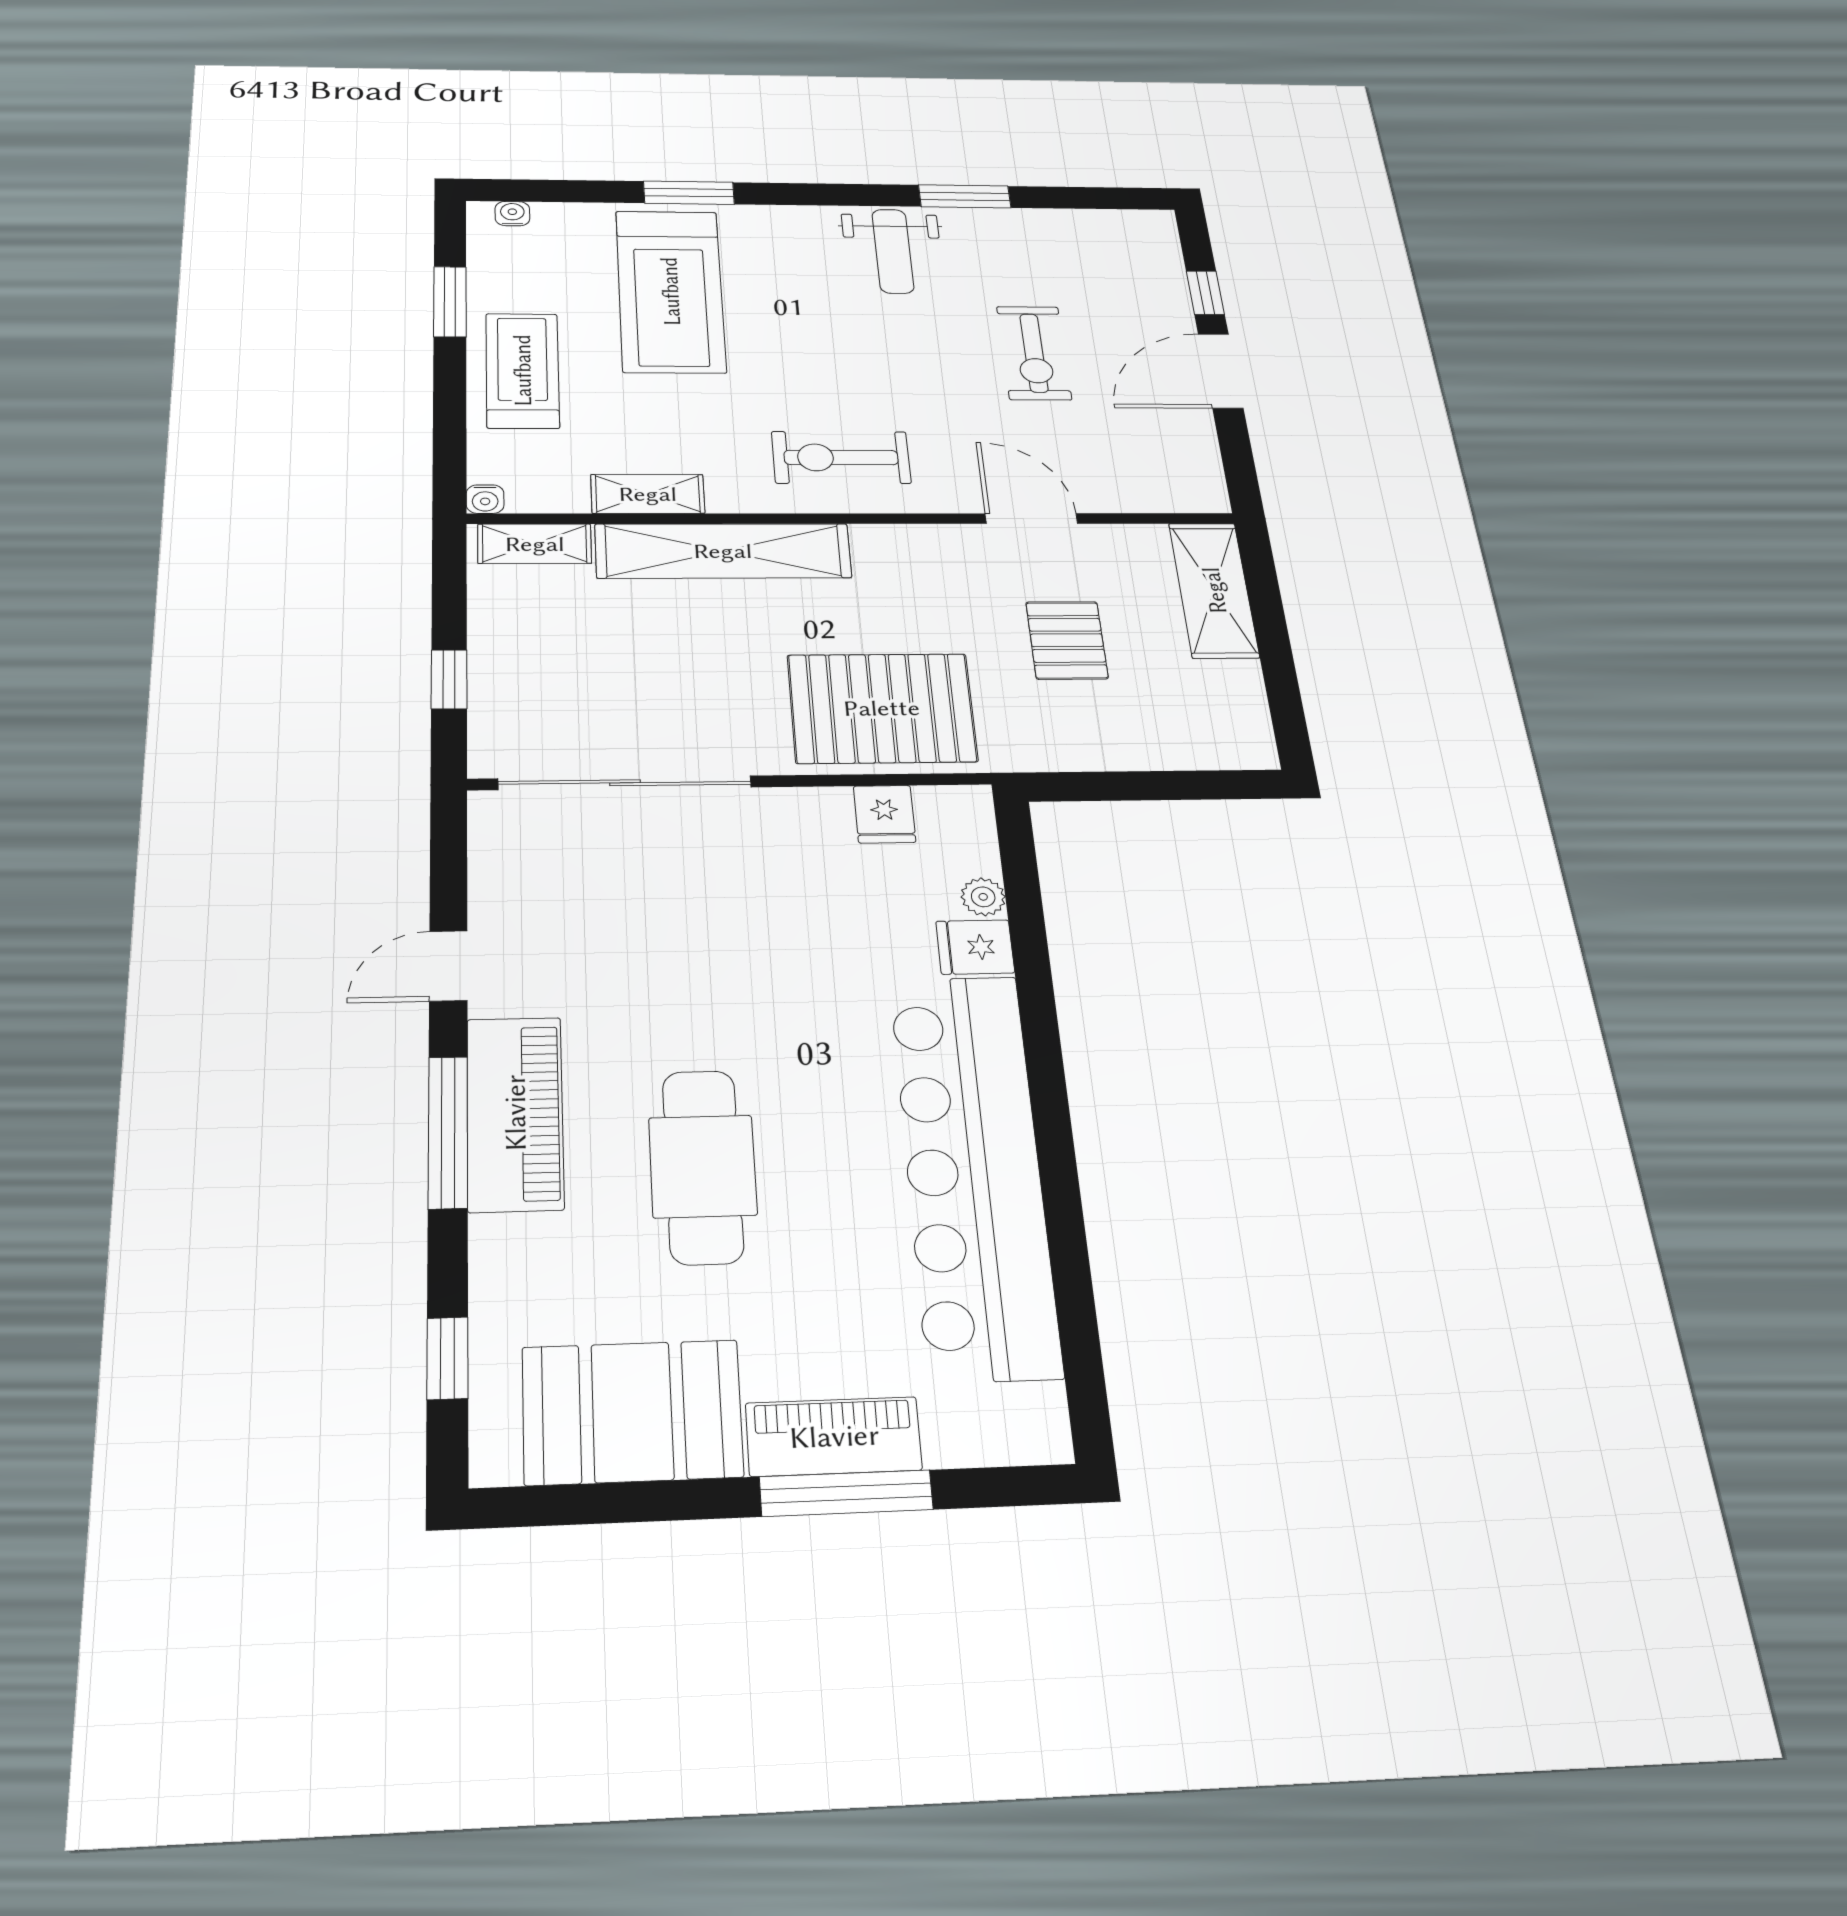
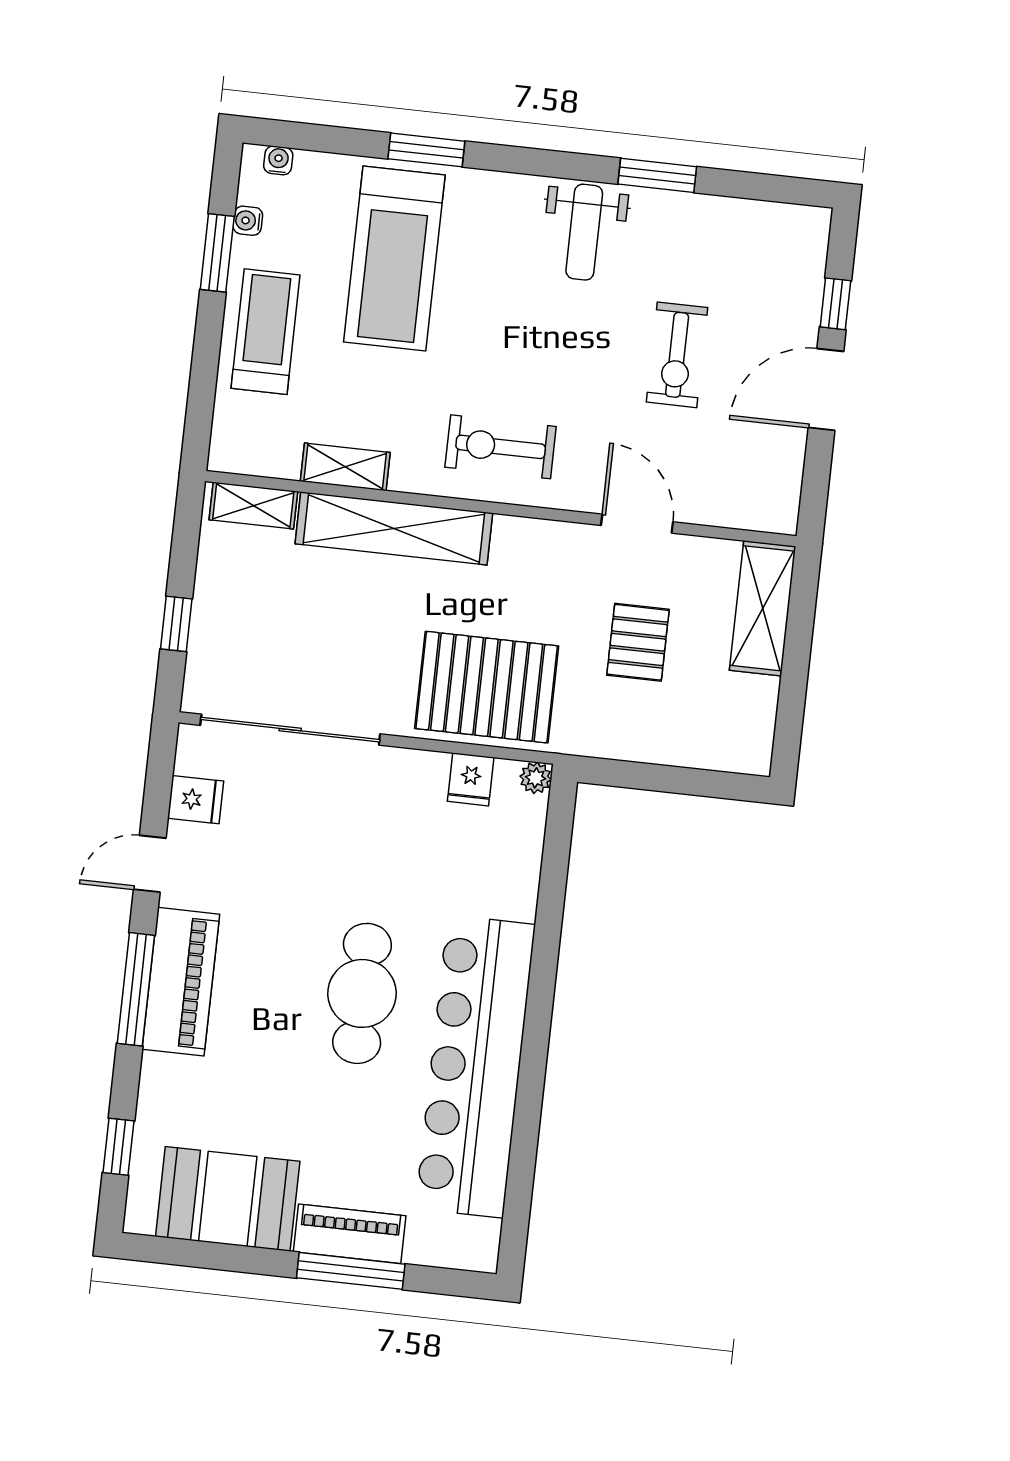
water cooler: (485, 499) -> (248, 221), moved, turned 90
plant: (983, 897) -> (536, 778), moved
fridge: (975, 947) -> (196, 800), moved, turned 180
cafe table: (703, 1166) -> (362, 993), moved

